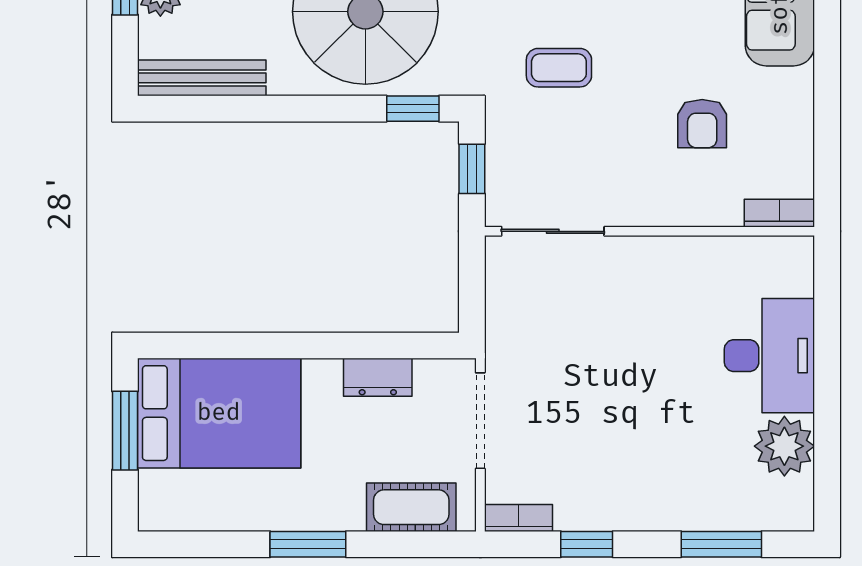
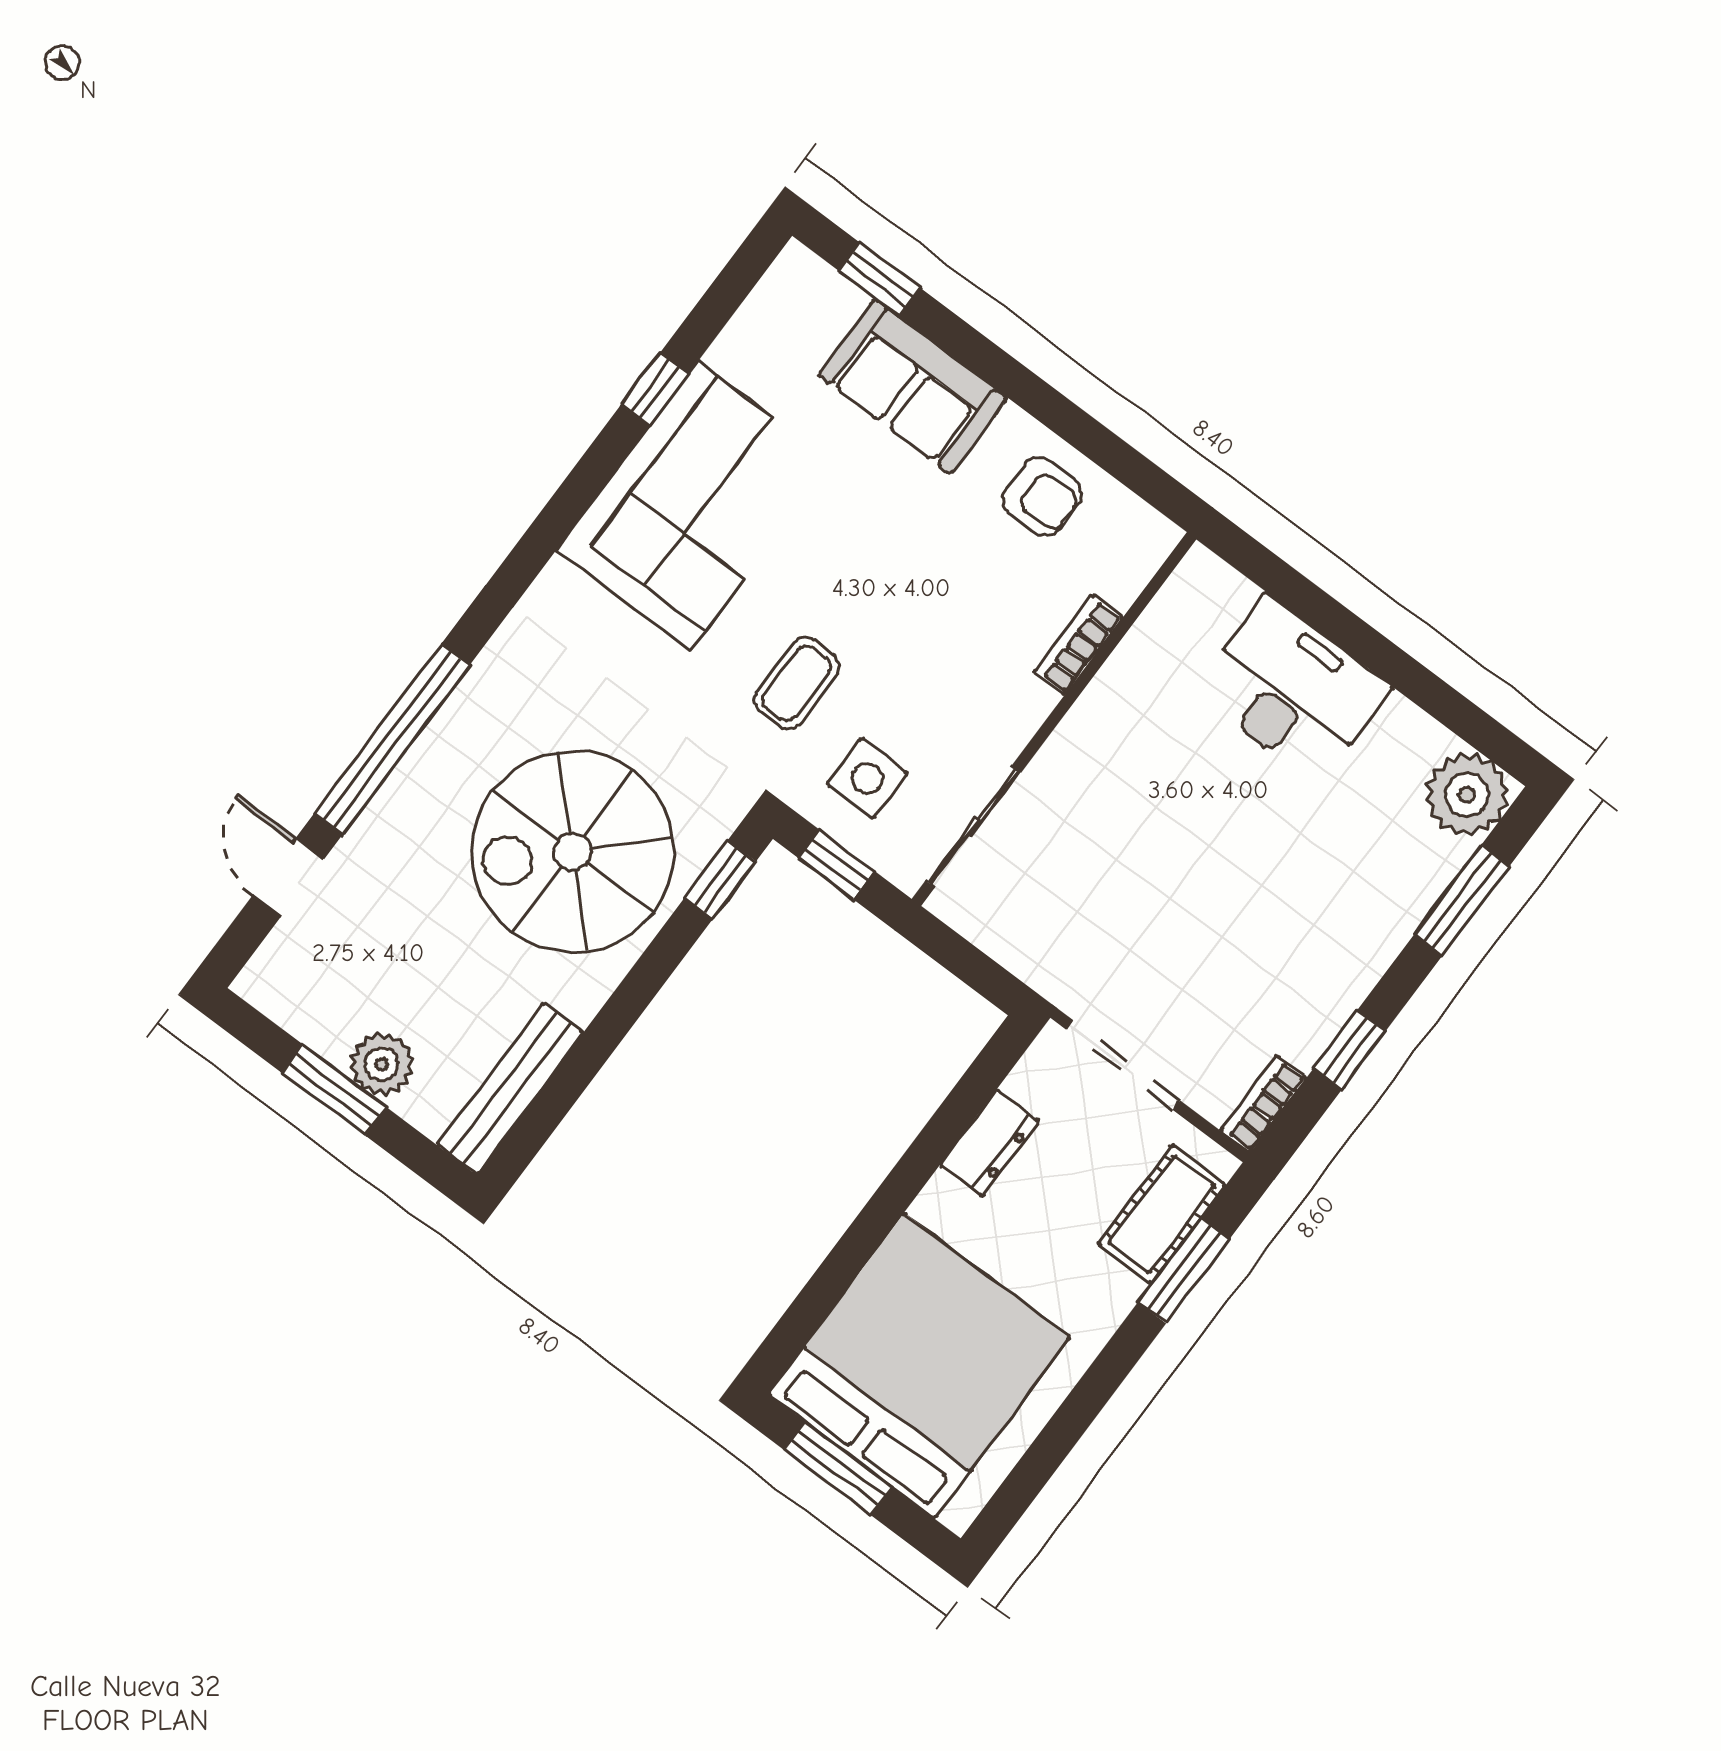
armchair: (702, 124) -> (1042, 497), moved
side table: (535, 149) -> (867, 778), added
bookcase: (779, 213) -> (1078, 645), moved
bed: (219, 413) -> (919, 1366), width x1.36
plant: (784, 446) -> (1467, 795), moved
window: (308, 544) -> (1184, 1271), moved

